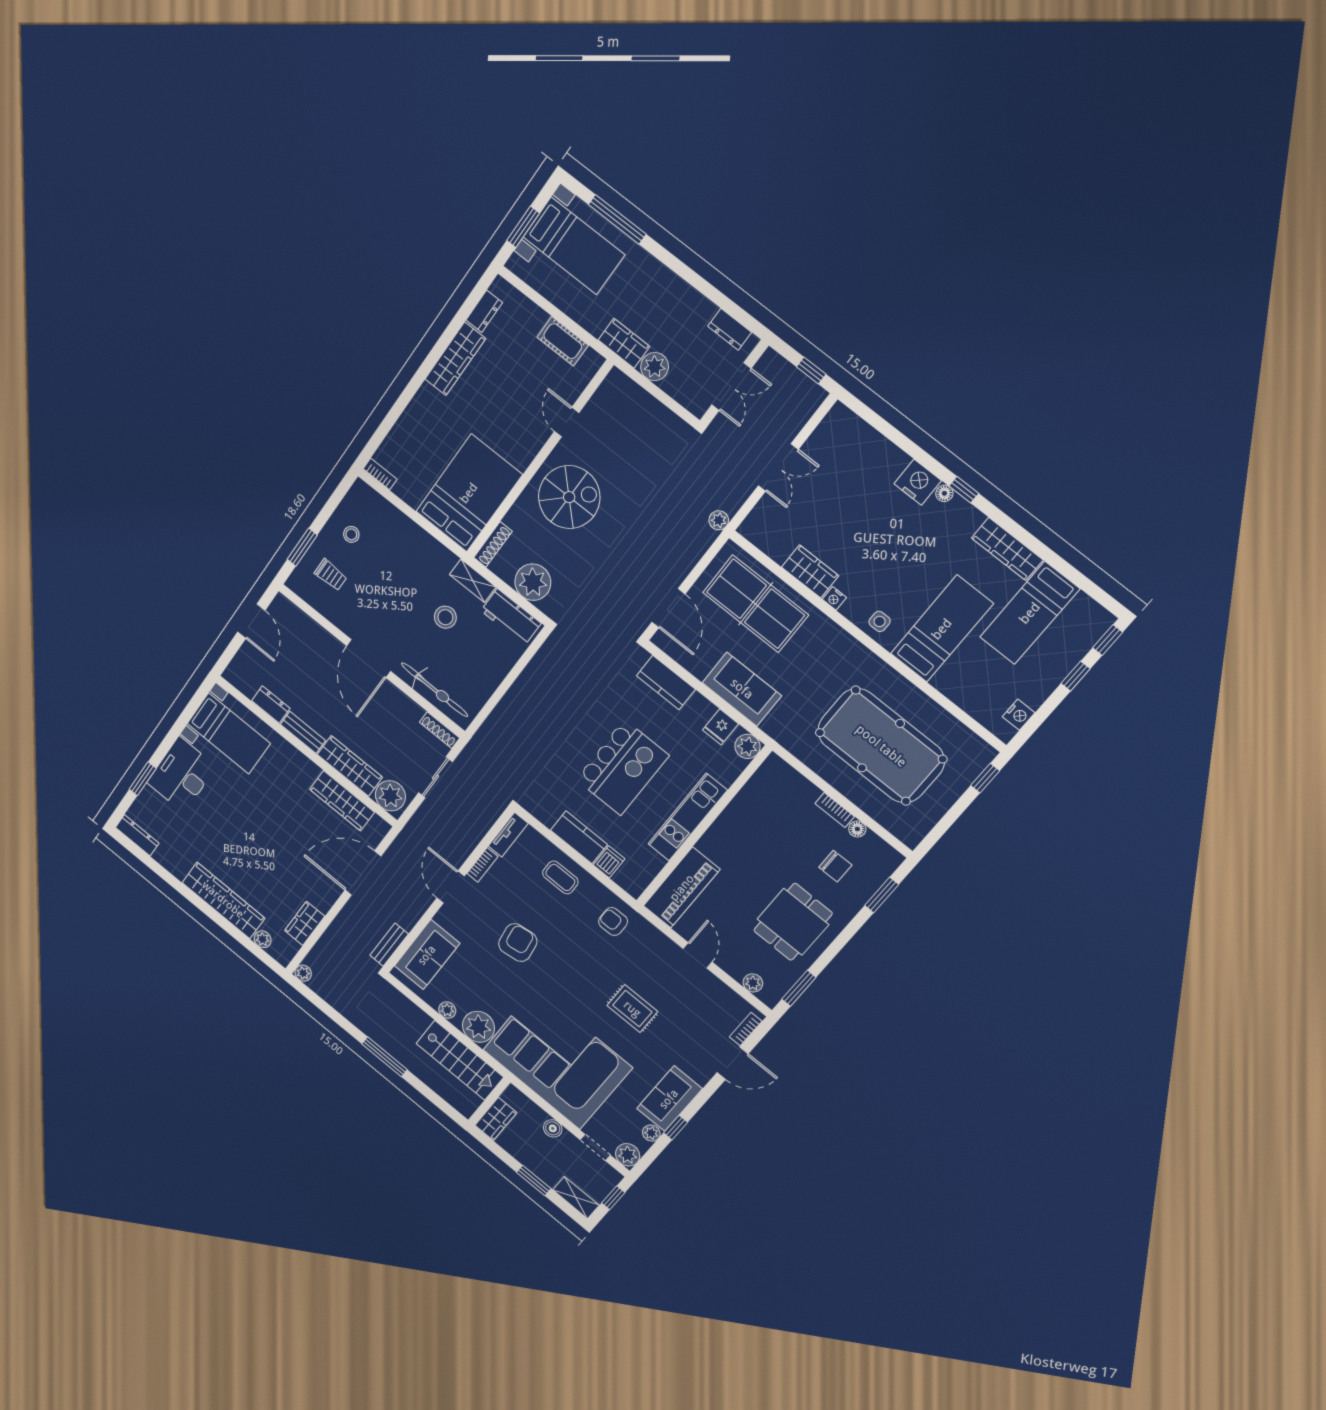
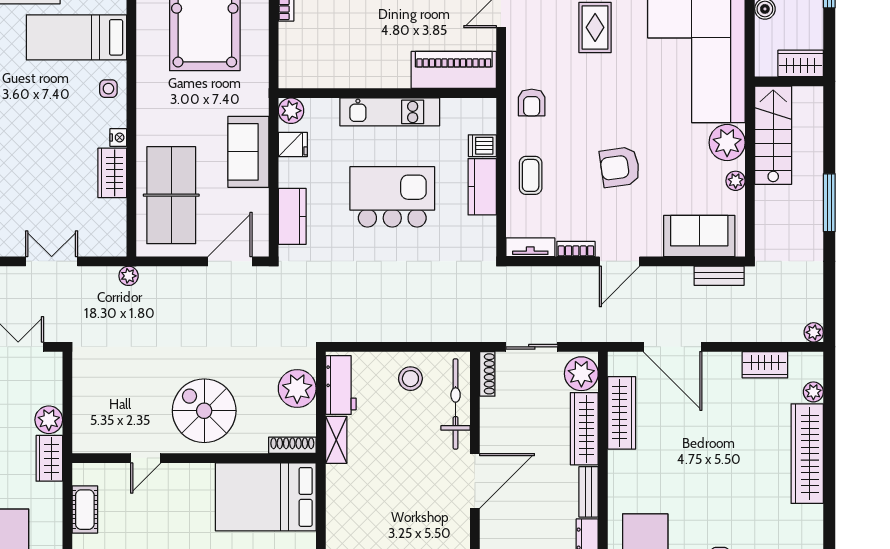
stool: (445, 617) -> (410, 379), moved

